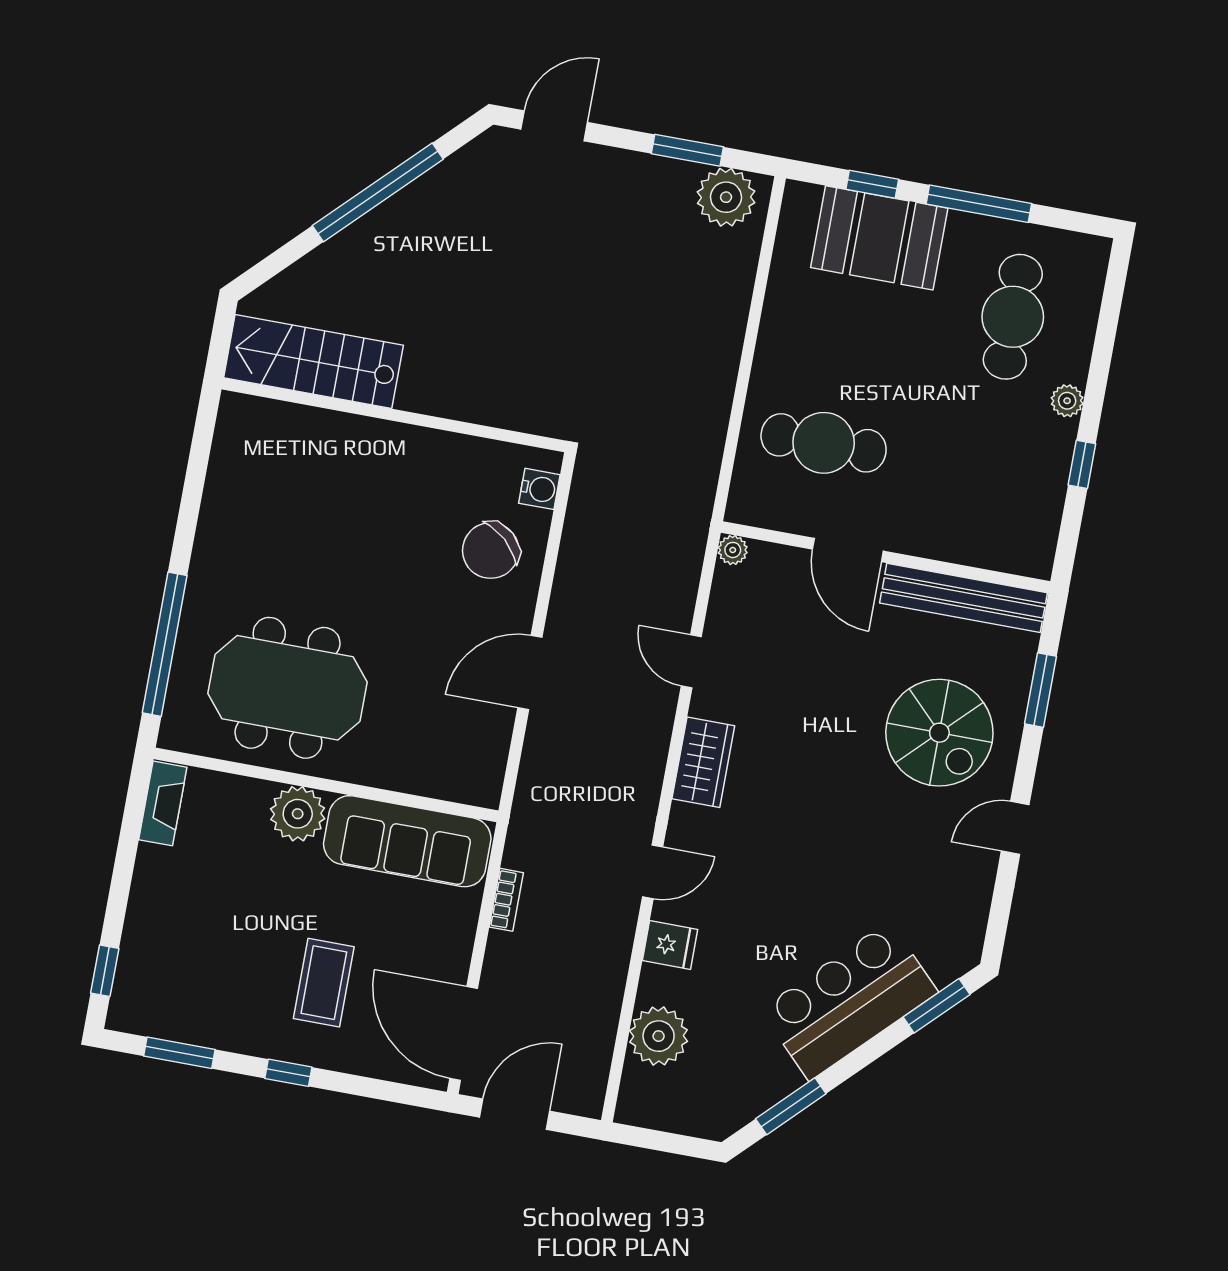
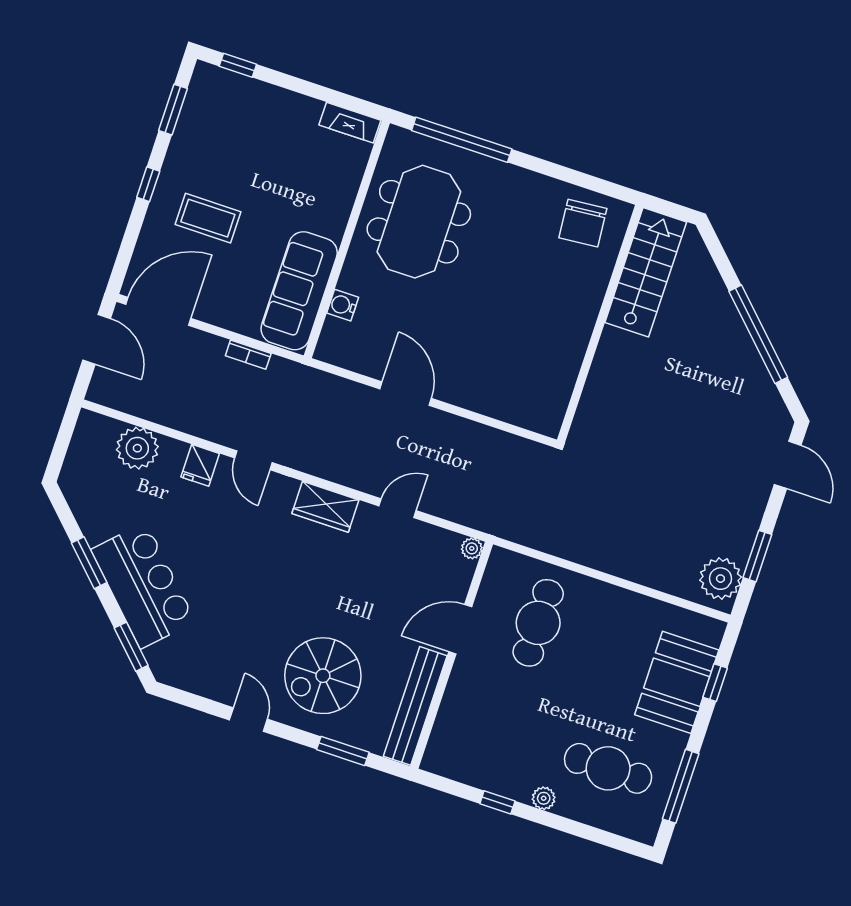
window: (979, 204) -> (681, 786), moved
water cooler: (539, 489) -> (343, 305), moved, turned 90
chair: (491, 550) -> (583, 223), moved, turned -137
plant: (298, 814) -> (329, 216), removed
window: (791, 1106) -> (89, 563), moved

